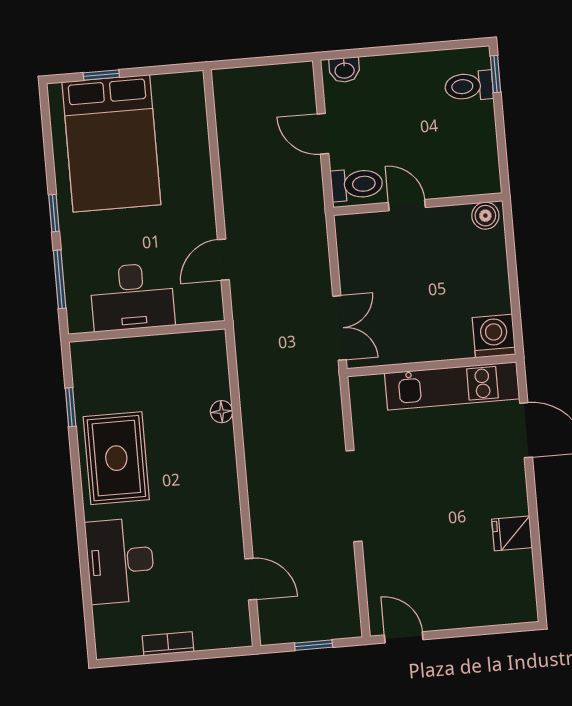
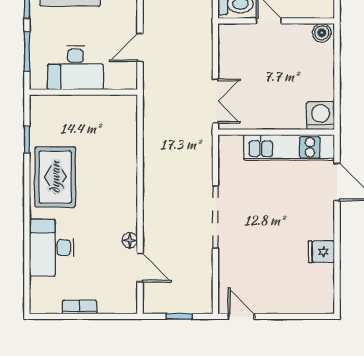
floor lamp: (222, 412) -> (130, 240), moved

